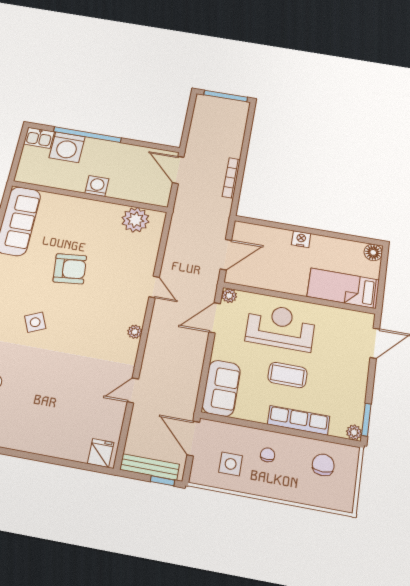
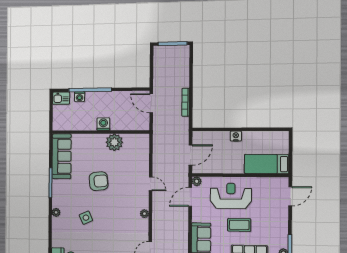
washing machine: (67, 147) -> (80, 97), width x0.53, depth x0.53
plant: (135, 220) -> (114, 142), moved
floor lamp: (373, 252) -> (283, 137), removed

